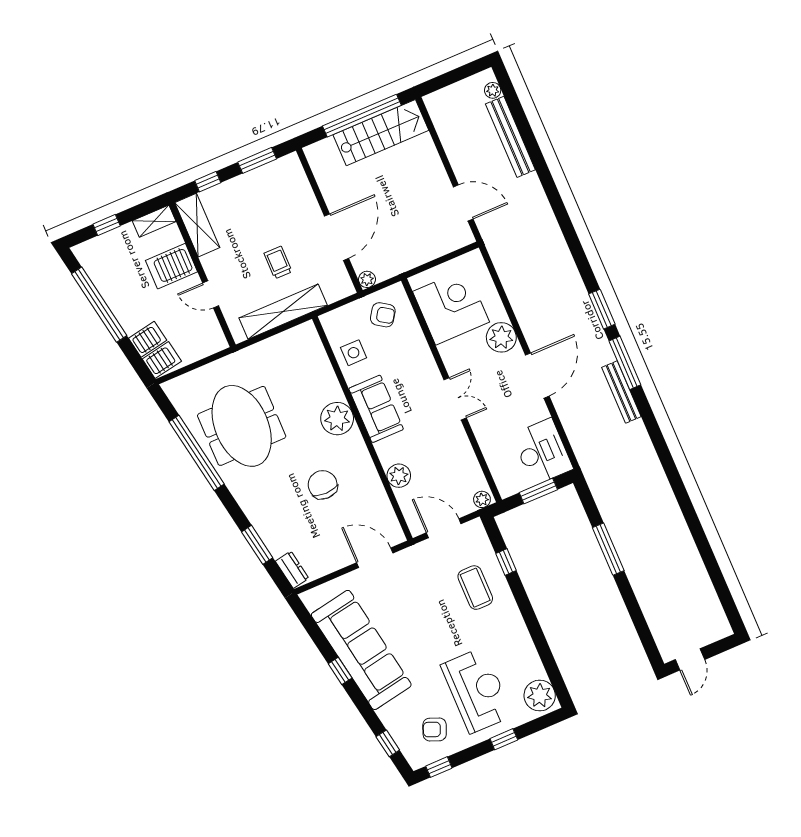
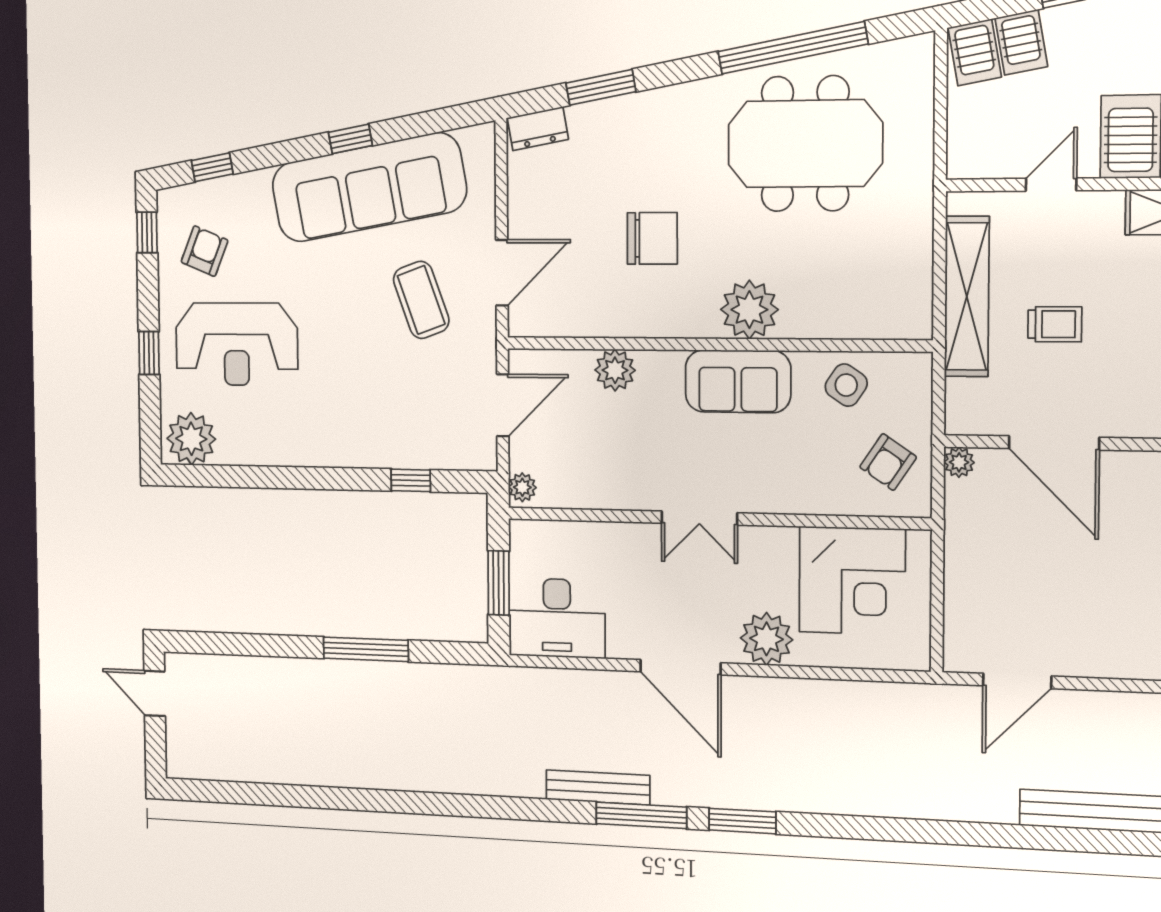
side table: (354, 353) -> (846, 385), turned 34
coffee table: (475, 588) -> (421, 300), moved, turned 70

